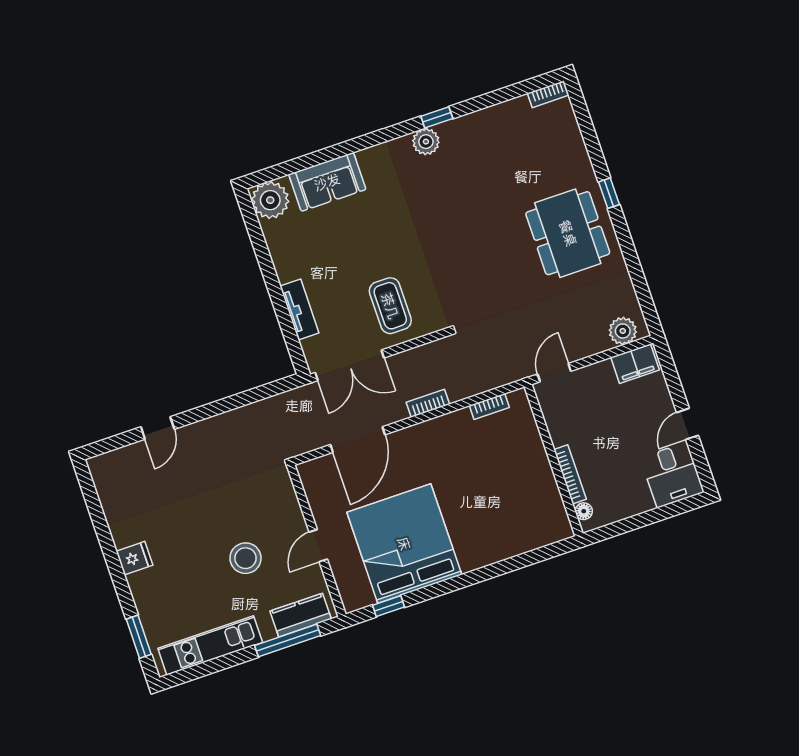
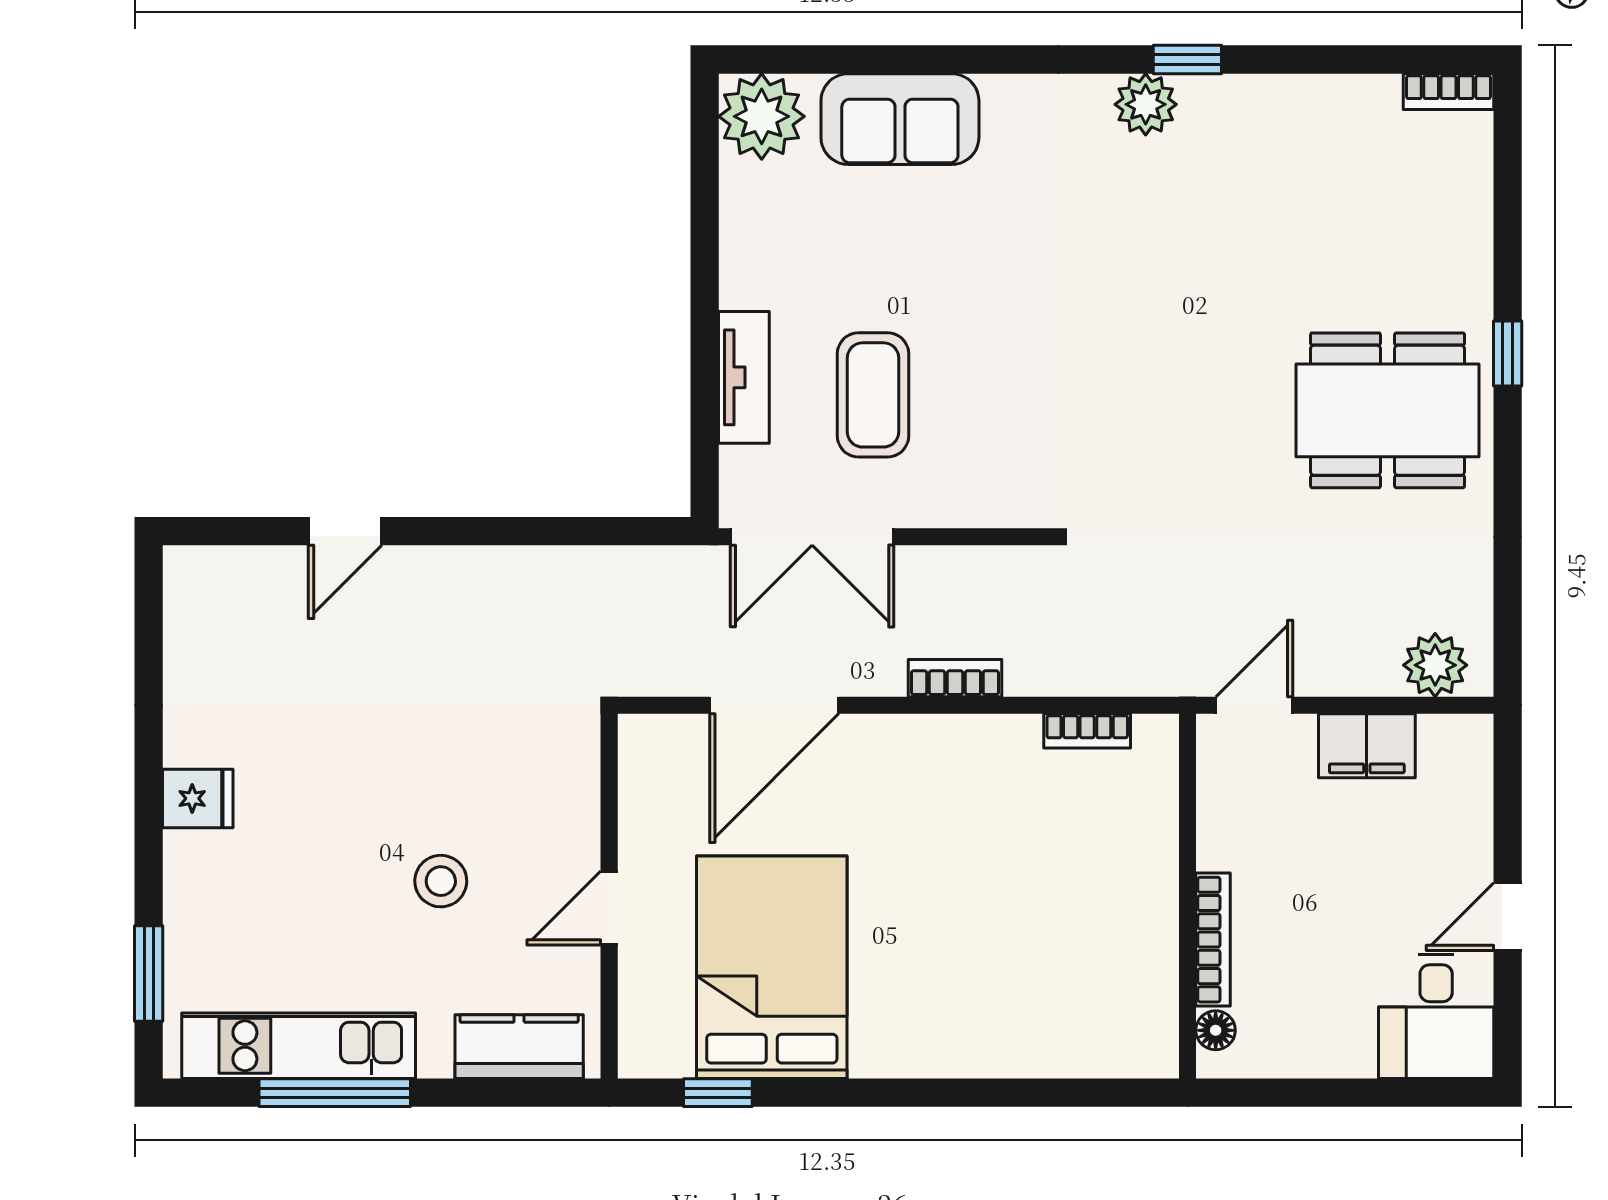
dining table: (568, 233) -> (1388, 410), turned 90
coffee table: (390, 306) -> (873, 395), moved
filing cabinet: (635, 364) -> (1367, 746), moved
bed: (404, 544) -> (772, 967), width x0.73
stool: (245, 558) -> (441, 881), width x0.73, depth x0.73
window: (288, 641) -> (335, 1093), moved

